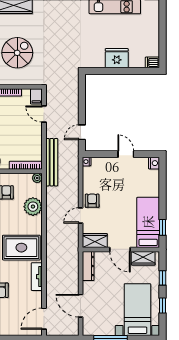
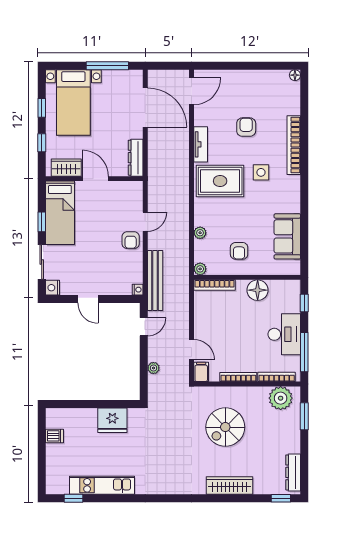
fridge: (117, 58) -> (112, 420), moved
dishwasher: (152, 62) -> (55, 436), moved
plant: (74, 100) -> (153, 368), added
bench: (52, 162) -> (155, 281), moved
sliding door: (163, 183) -> (42, 262), added
plant: (33, 207) -> (200, 233), width x0.53, depth x0.53
window: (163, 227) -> (42, 222), moved
wardrobe: (95, 241) -> (127, 190), removed
door: (81, 306) -> (145, 108), width x1.36

